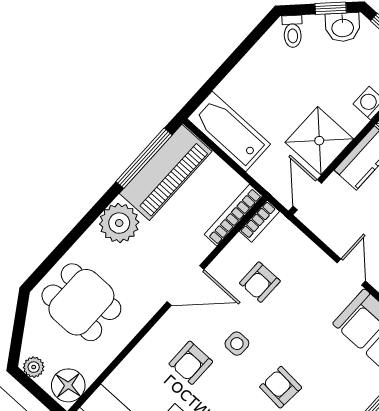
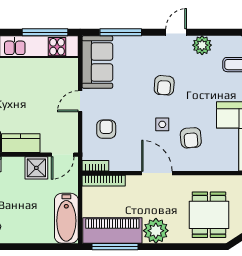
shower: (319, 141) -> (36, 168), width x0.73, depth x0.73
armchair: (260, 282) -> (106, 129), moved, turned -90
armchair: (191, 363) -> (191, 138), turned 85

